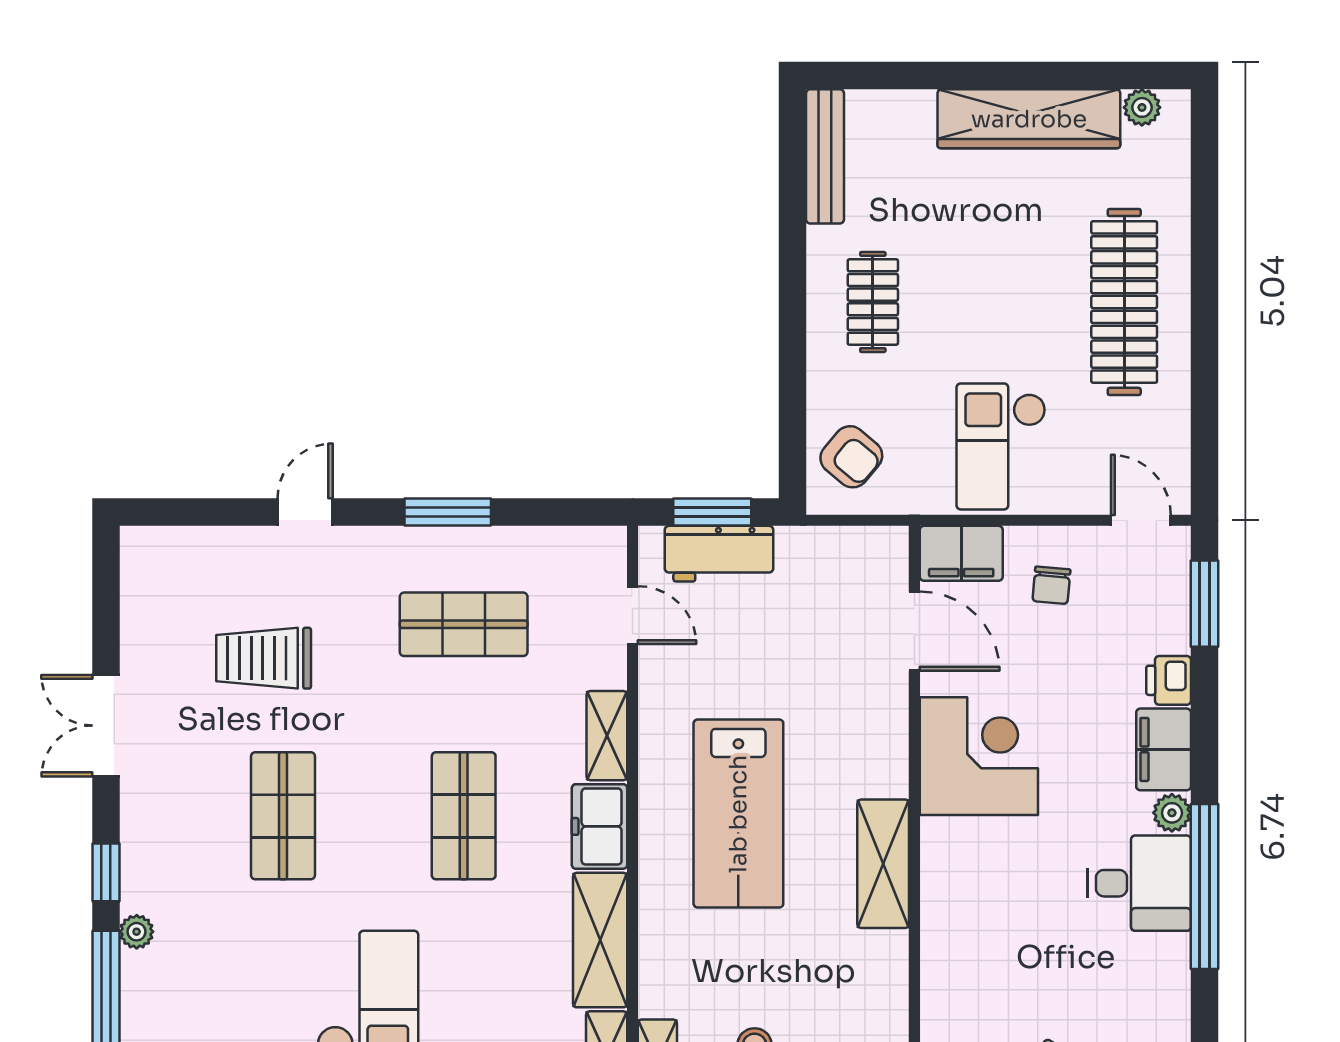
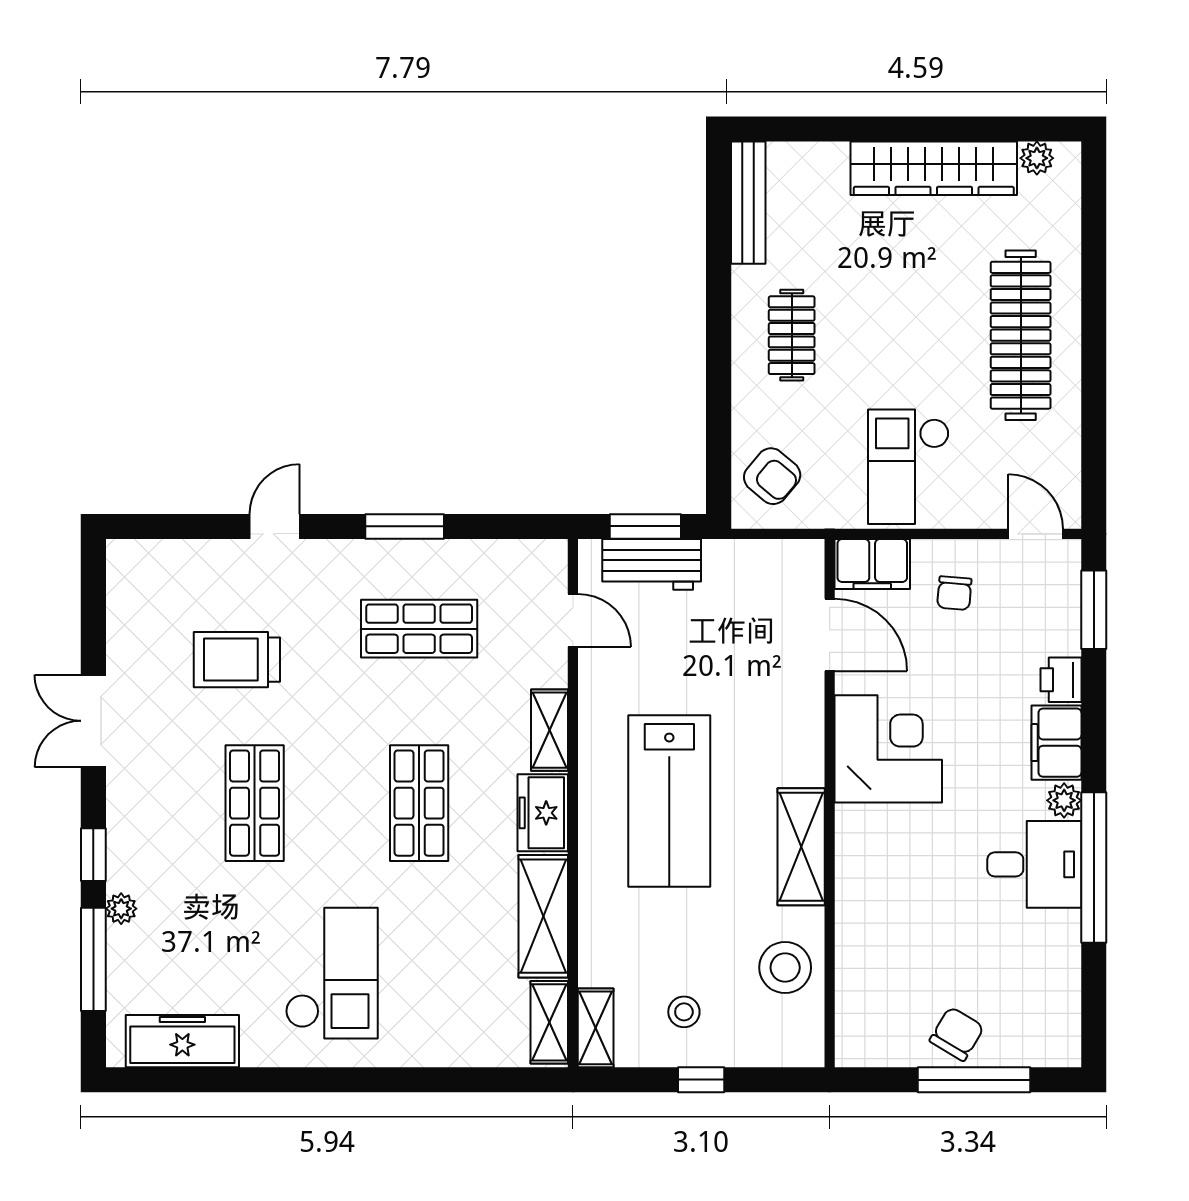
stool: (866, 996) -> (785, 968), added

